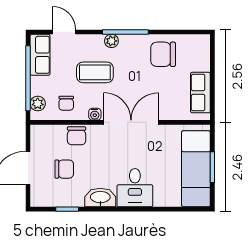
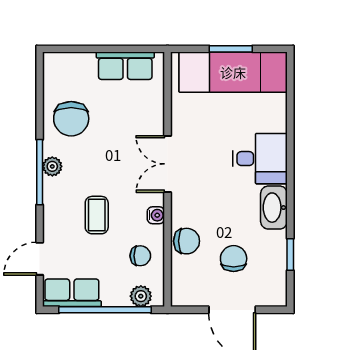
plant: (111, 41) -> (52, 166), moved
coffee table: (95, 72) -> (97, 215), width x0.73, depth x0.77
double door: (131, 122) -> (167, 164), width x0.73

